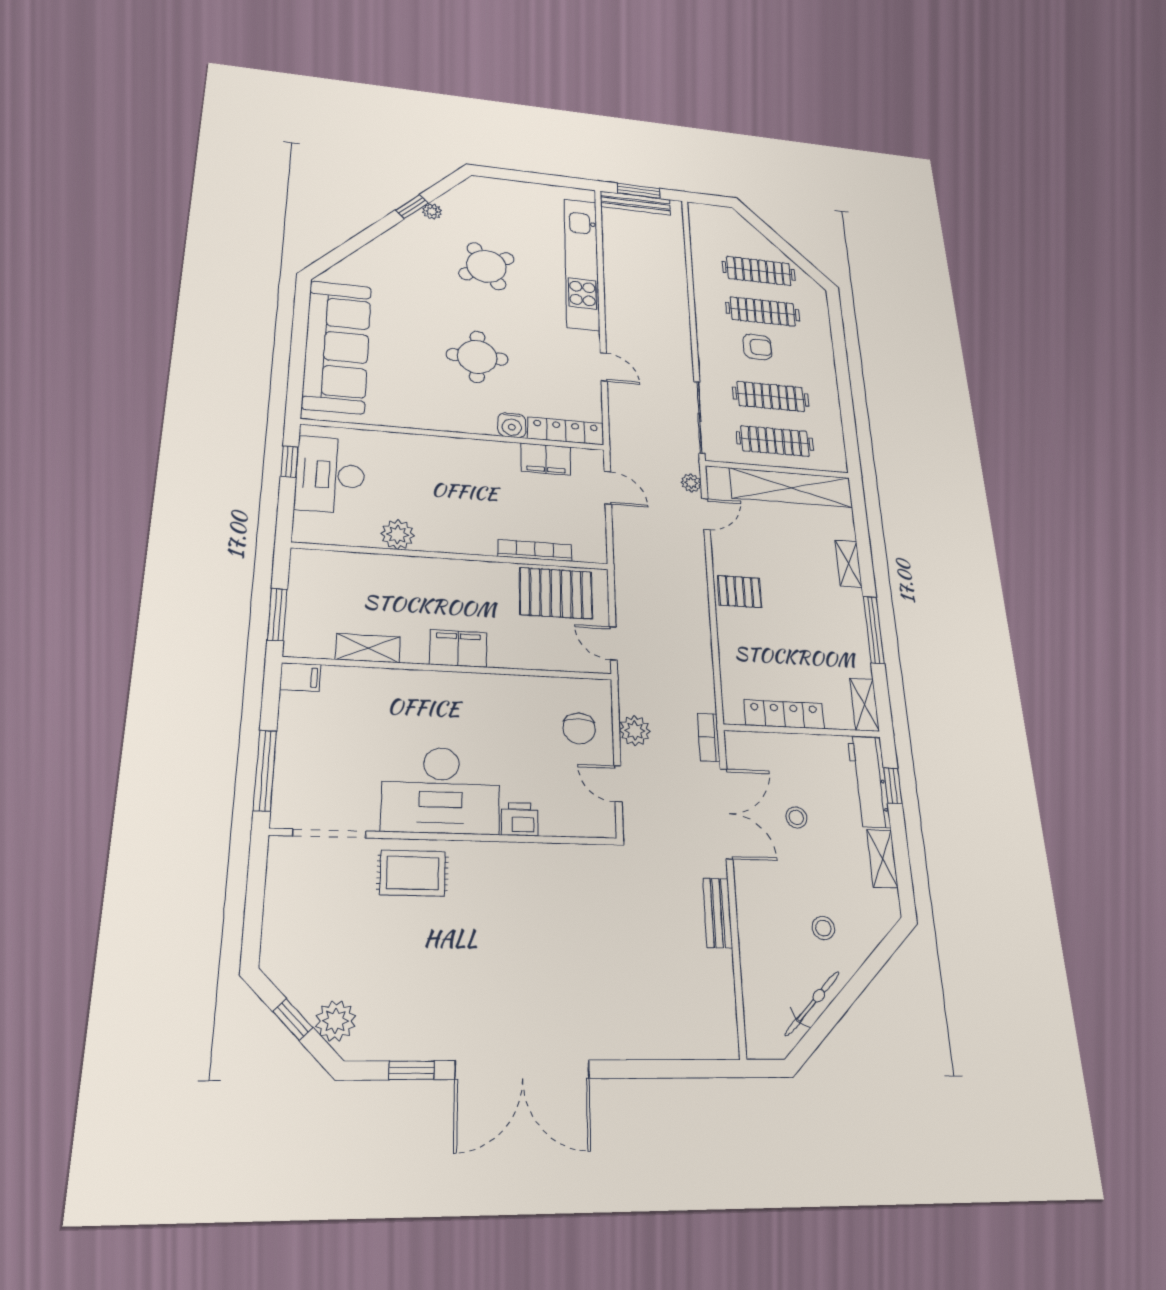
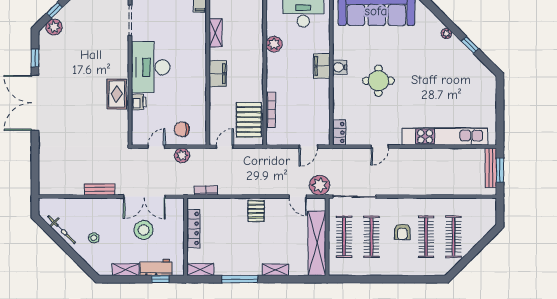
plant: (432, 211) -> (446, 34), moved
round table: (486, 266) -> (436, 85), removed
water cooler: (512, 425) -> (340, 67), moved
locker: (566, 431) -> (339, 133), width x0.66
filing cabinet: (546, 459) -> (322, 66), moved
plant: (691, 483) -> (320, 185), width x1.88, depth x1.88
bookcase: (709, 737) -> (206, 191), moved
workbench: (869, 782) -> (156, 267), width x0.73
stool: (796, 817) -> (144, 230), width x1.89, depth x1.89
rug: (413, 873) -> (117, 94), moved

